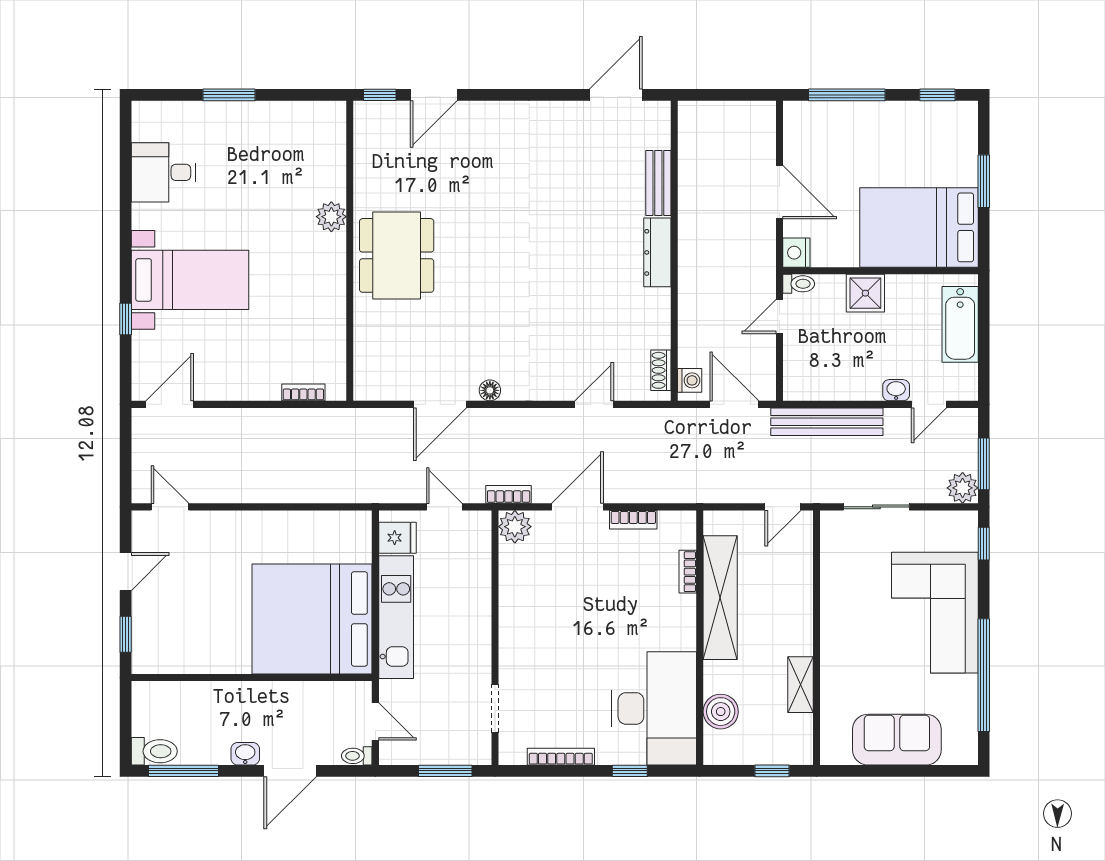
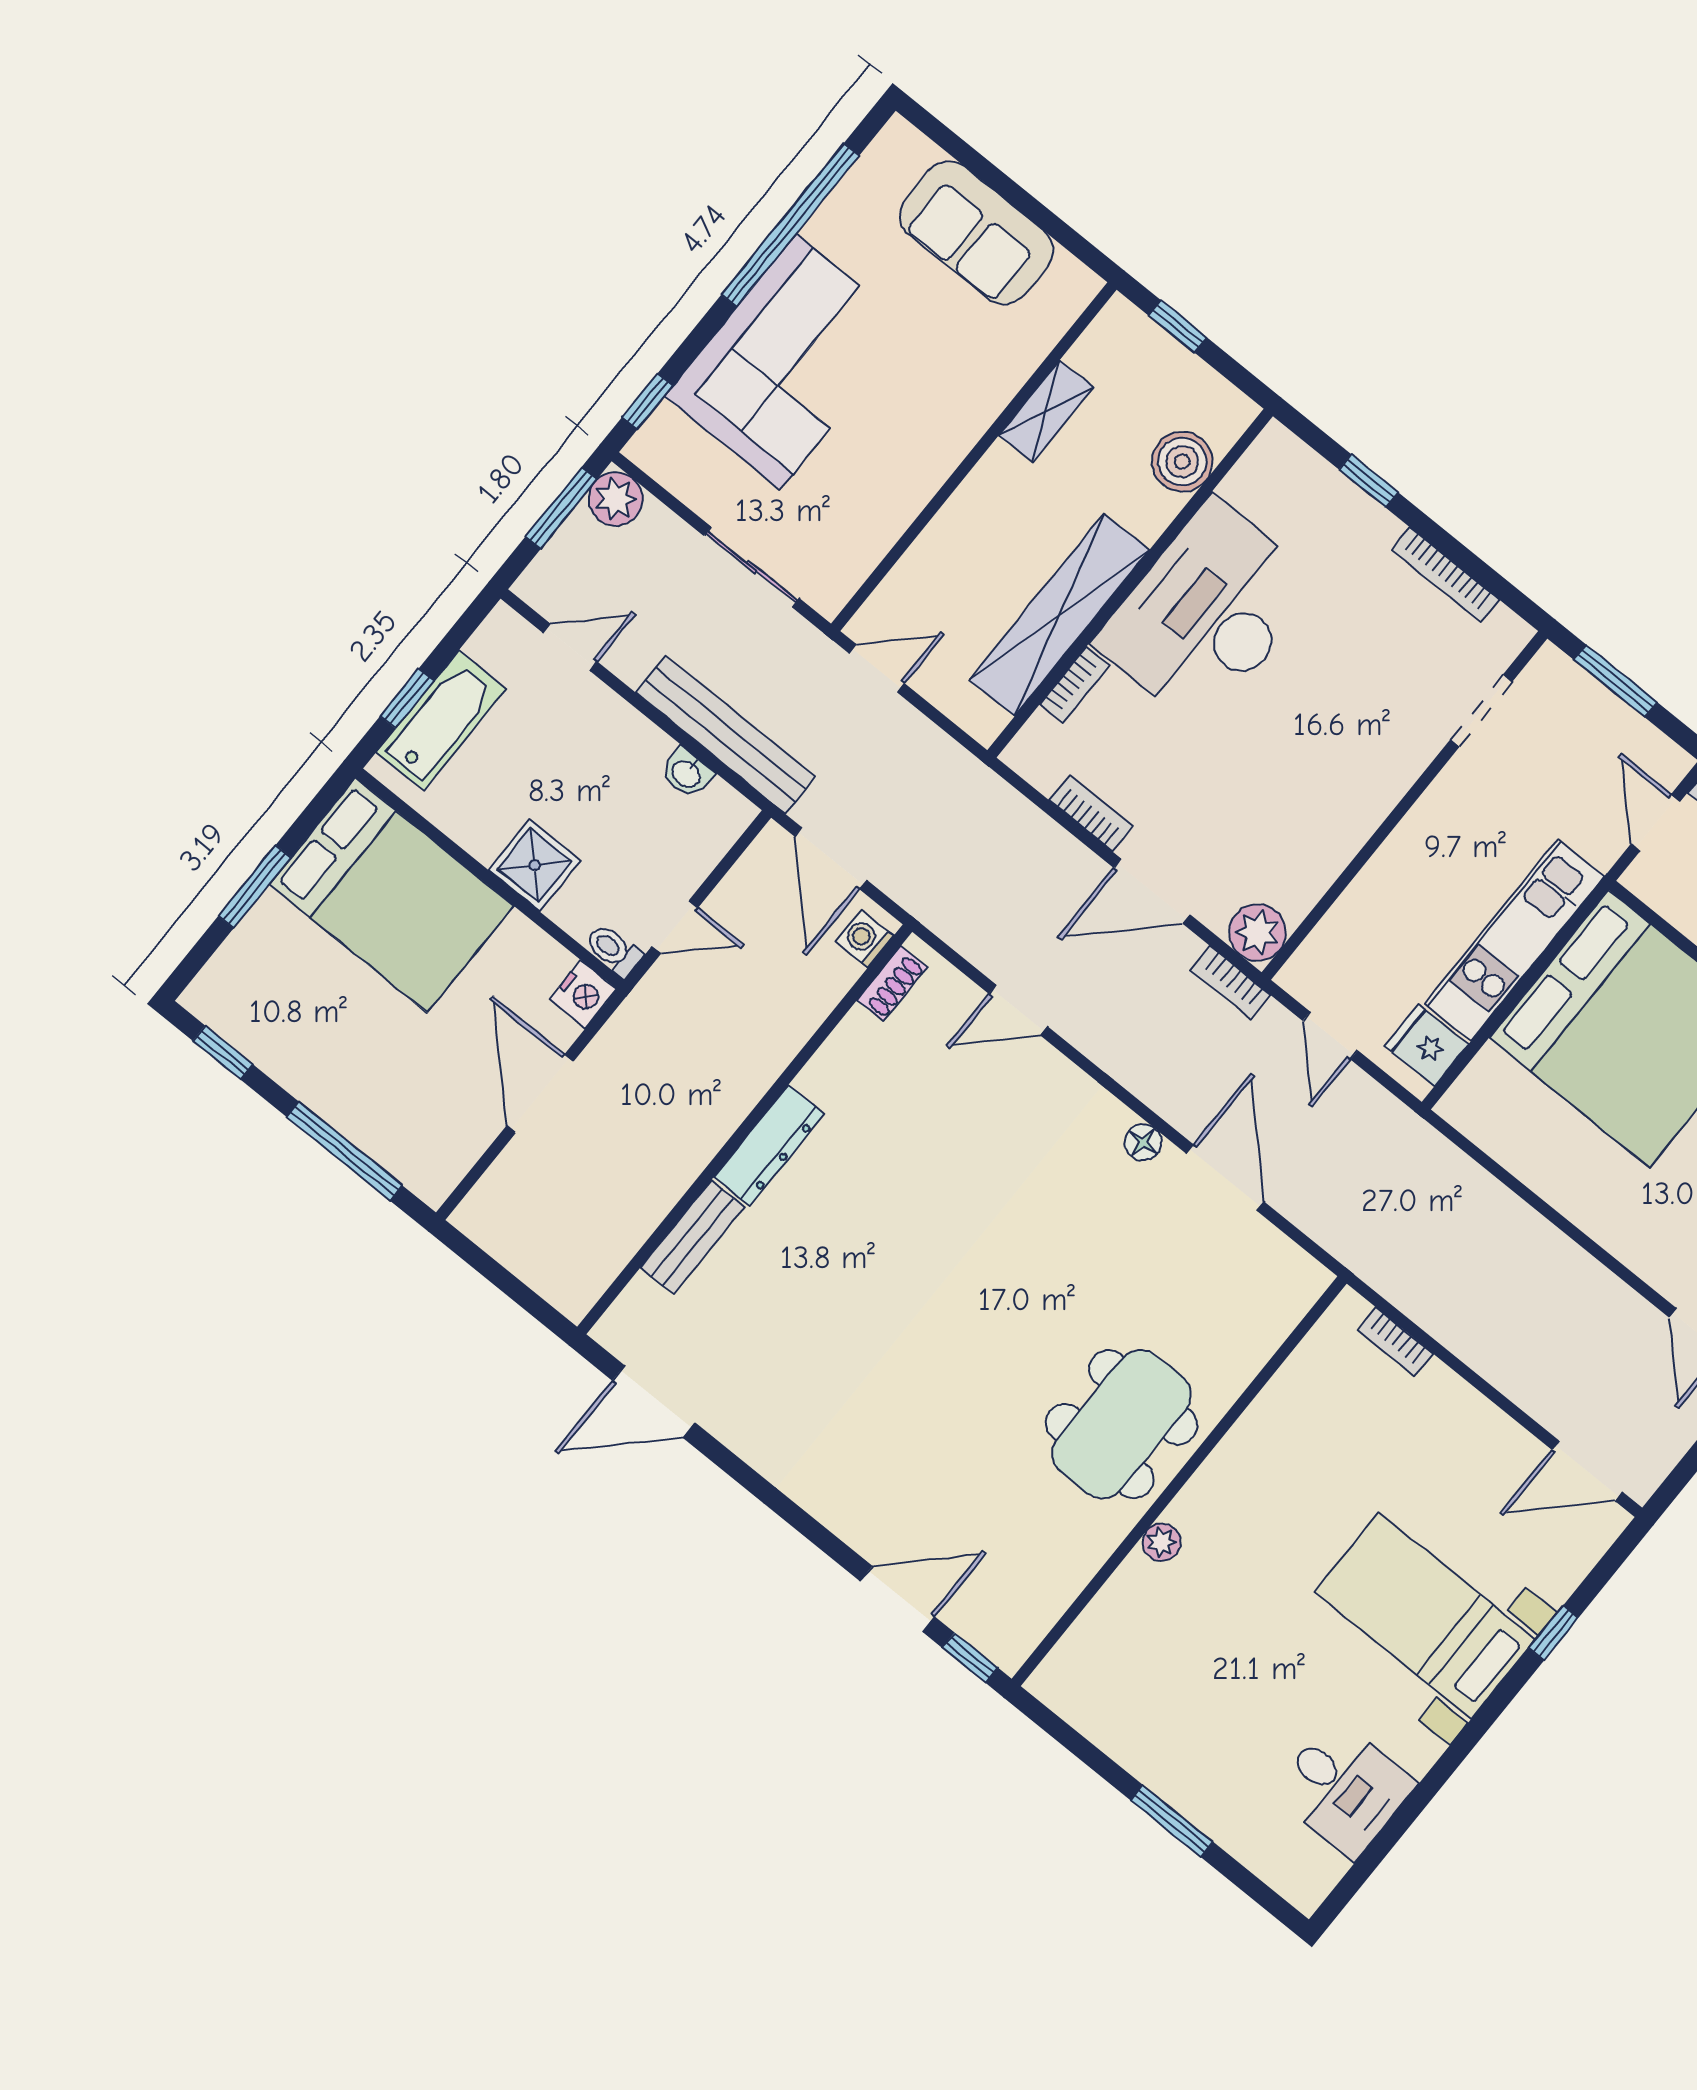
plant: (331, 217) -> (1162, 1542), width x0.73, depth x0.73
window: (984, 322) -> (407, 698), added
washbasin: (896, 390) -> (687, 773), moved
door: (440, 404) -> (1225, 1177), hinge flipped
desk: (654, 708) -> (1207, 614), moved

